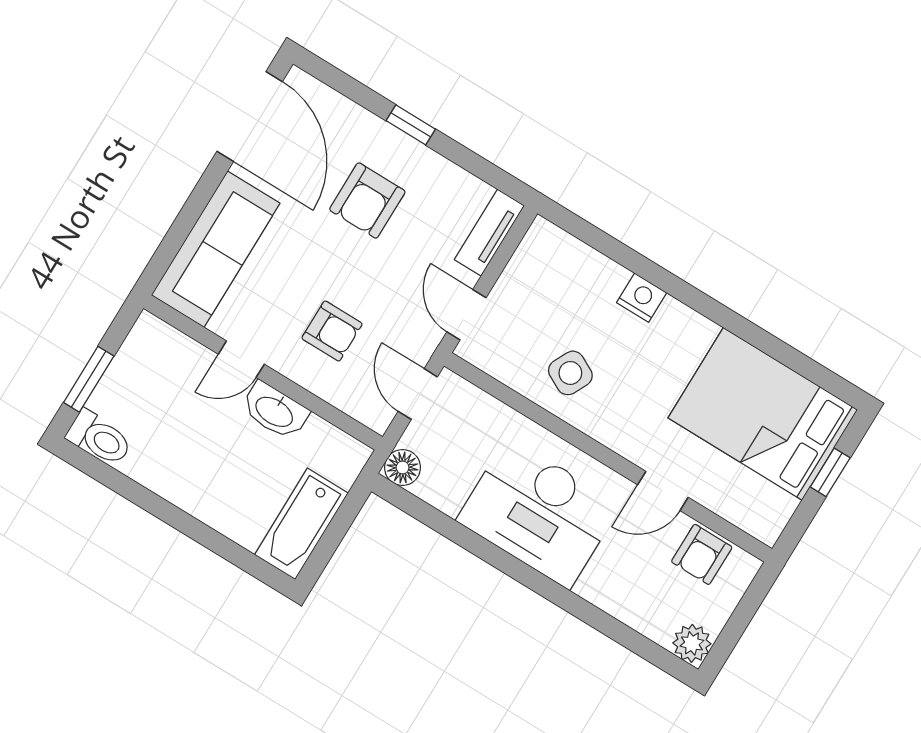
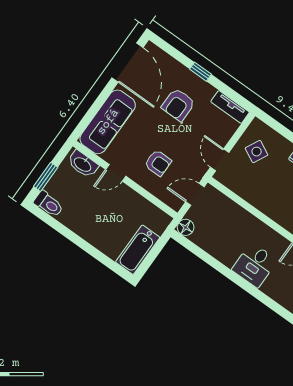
tv unit: (489, 233) -> (230, 107), moved, turned -90
side table: (570, 373) -> (257, 152), moved
door: (418, 394) -> (195, 194), hinge flipped
washbasin: (275, 411) -> (83, 164), moved
desk: (539, 513) -> (255, 265), width x0.53, depth x0.77

